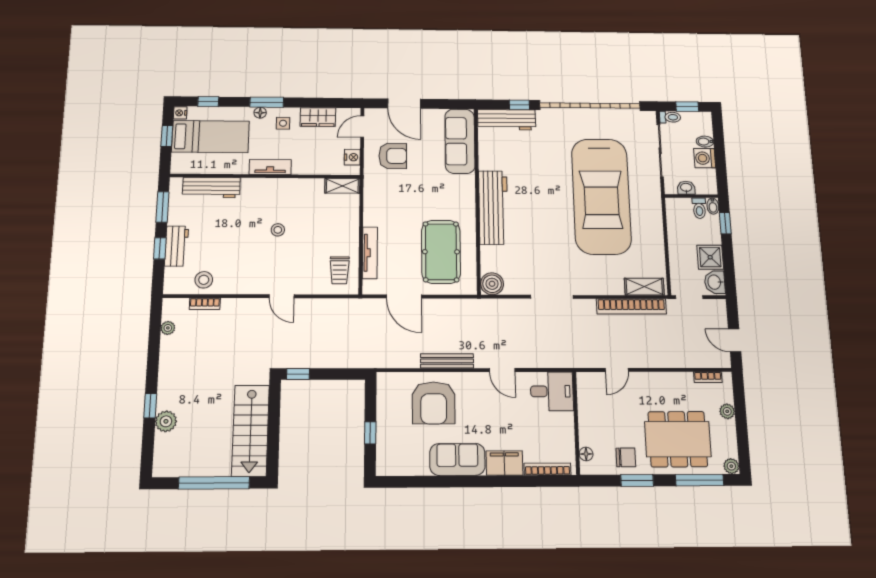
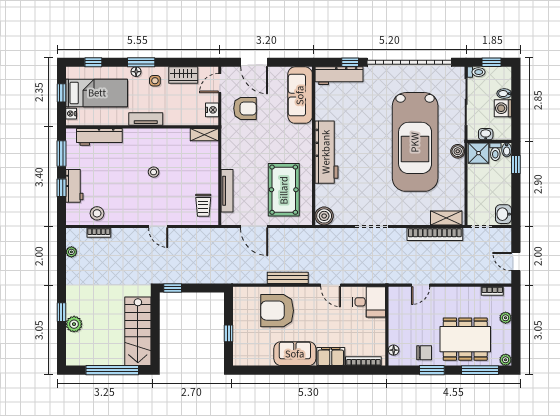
nightstand: (180, 113) -> (71, 114), moved
boiler: (654, 207) -> (458, 151), added
shower: (710, 257) -> (479, 153), moved
armchair: (434, 403) -> (277, 311), turned 90

